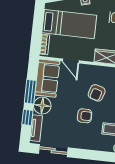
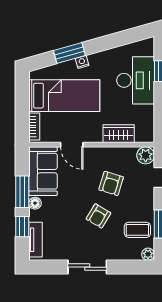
floor lamp: (42, 106) -> (35, 203), width x0.53, depth x0.53
armchair: (85, 116) -> (98, 216), turned 121
sliding door: (53, 151) -> (87, 267), moved

